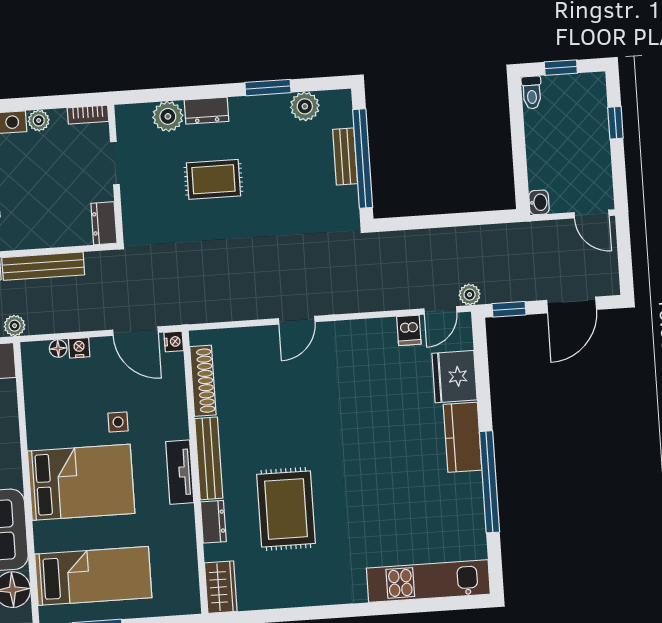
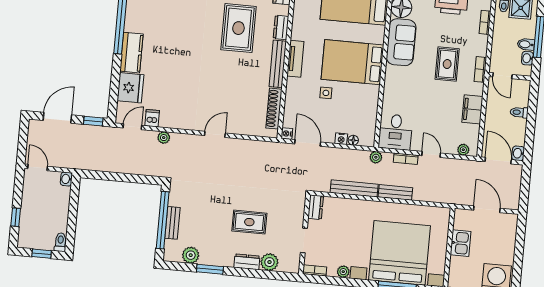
plant: (470, 295) -> (164, 138), moved

